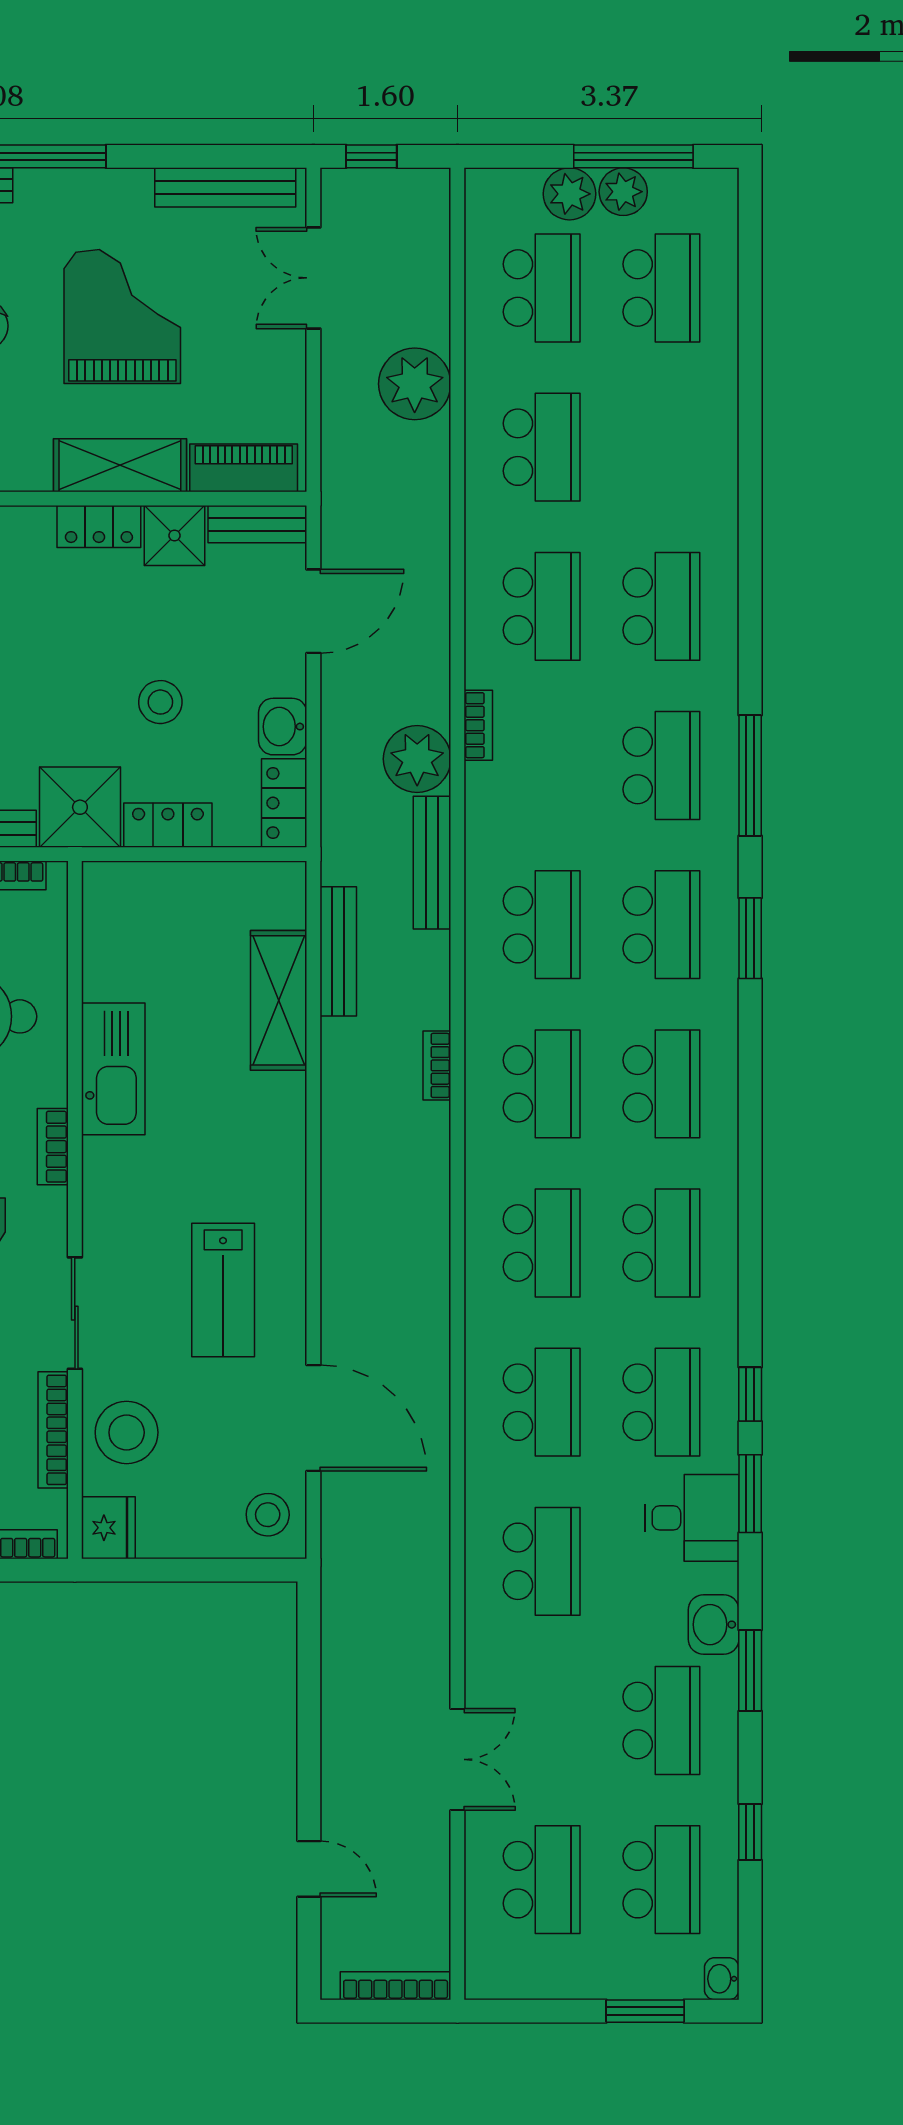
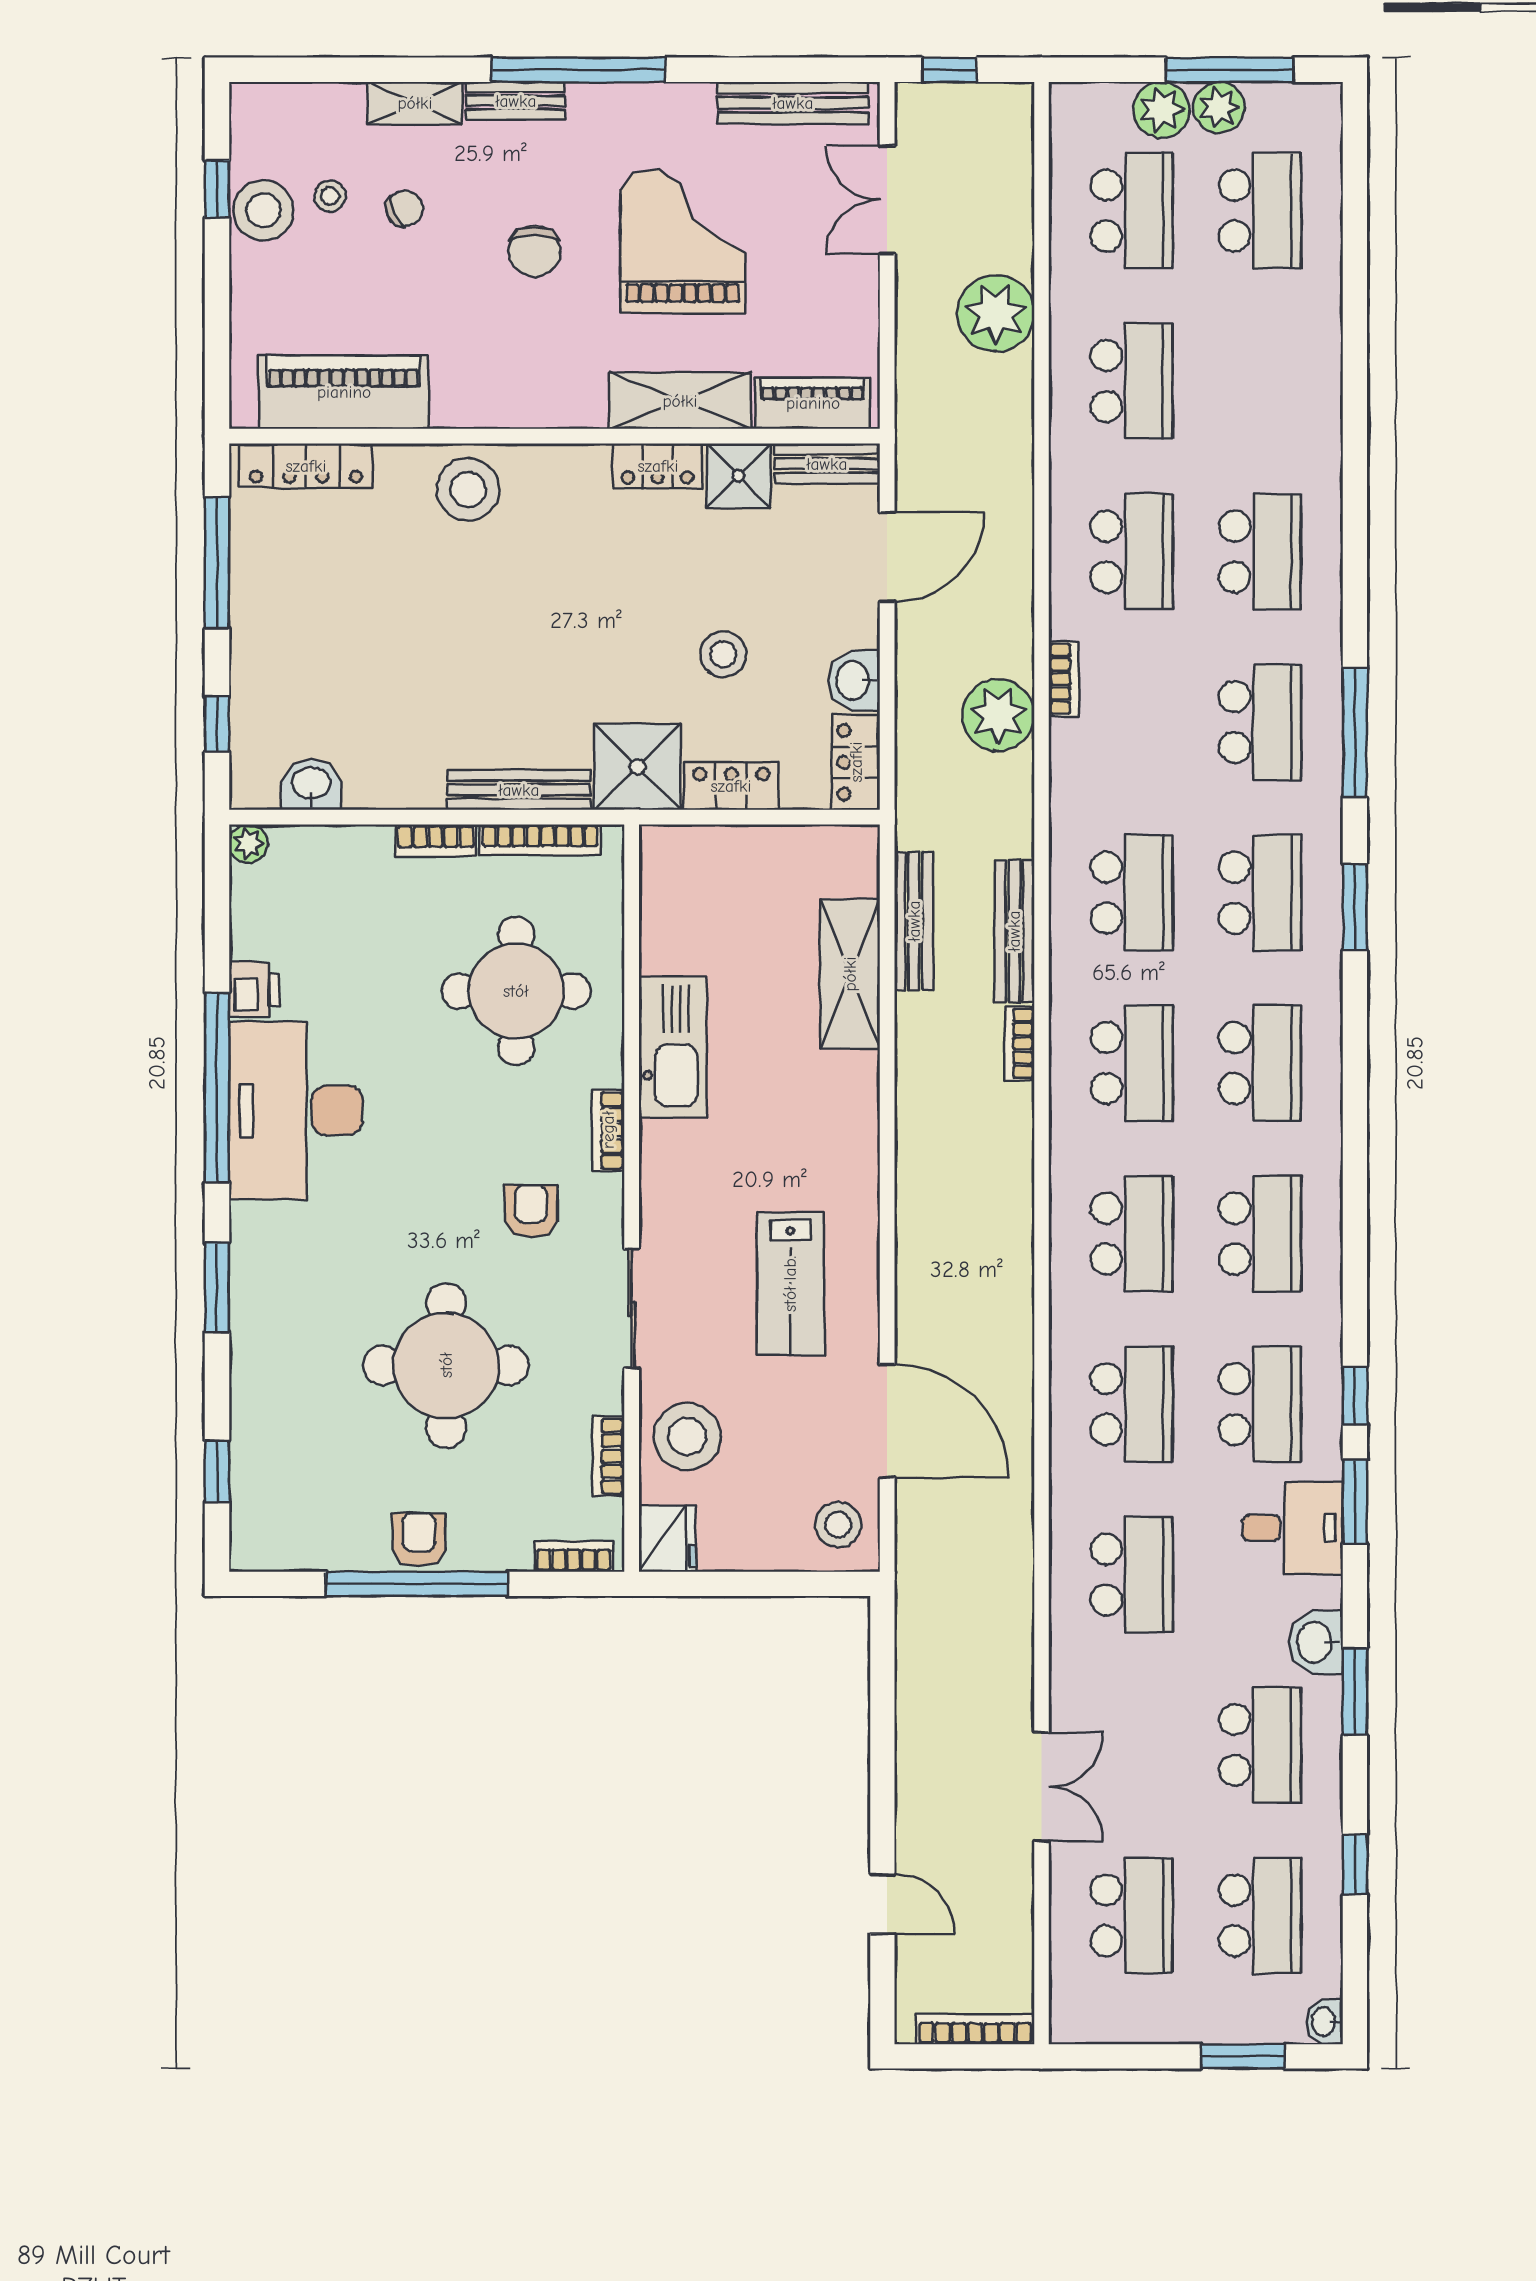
bench: (432, 863) -> (1014, 931), moved
bookcase: (53, 1430) -> (608, 1456), width x0.64

